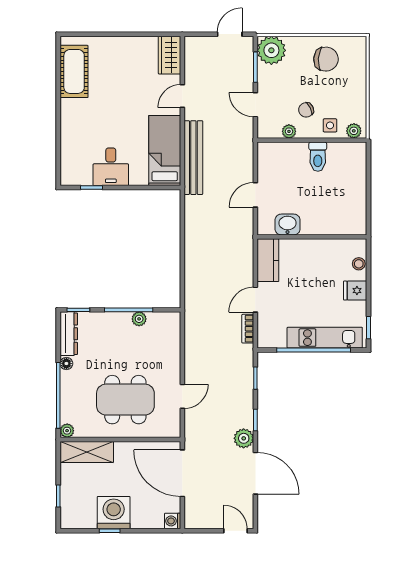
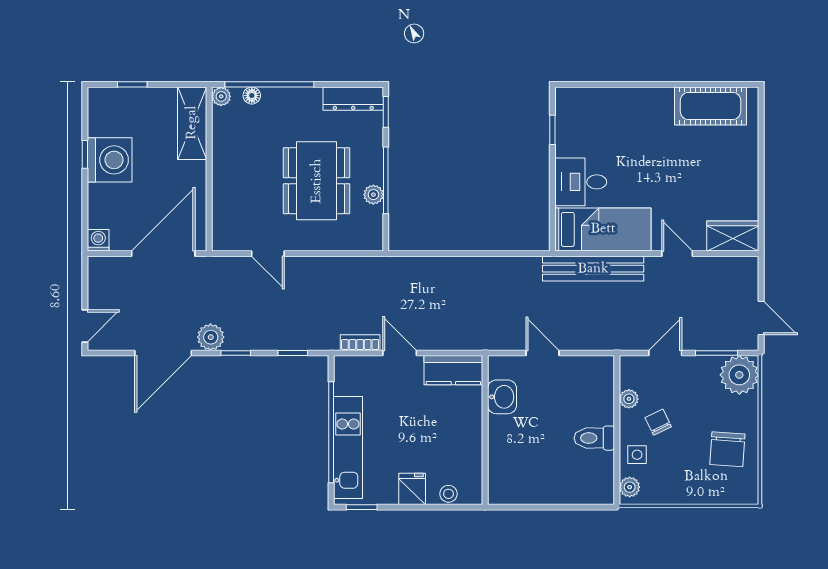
desk: (111, 167) -> (581, 182), moved
floor lamp: (66, 364) -> (252, 96), moved
dining table: (125, 400) -> (317, 181), moved

